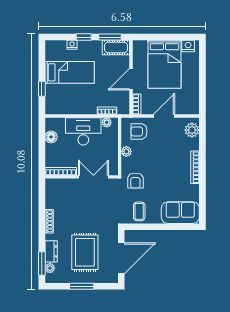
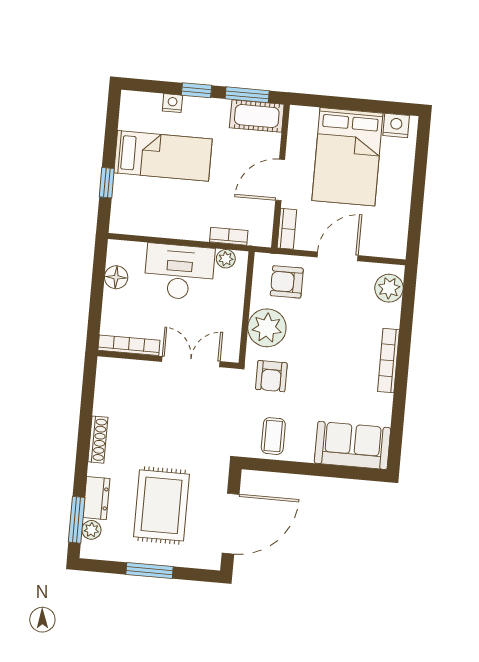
plant: (126, 151) -> (267, 328), width x1.87, depth x1.87

